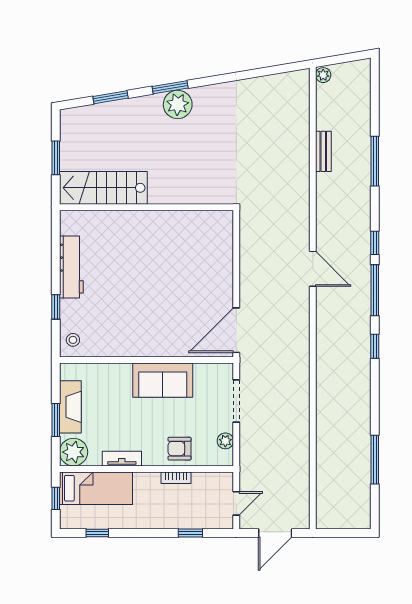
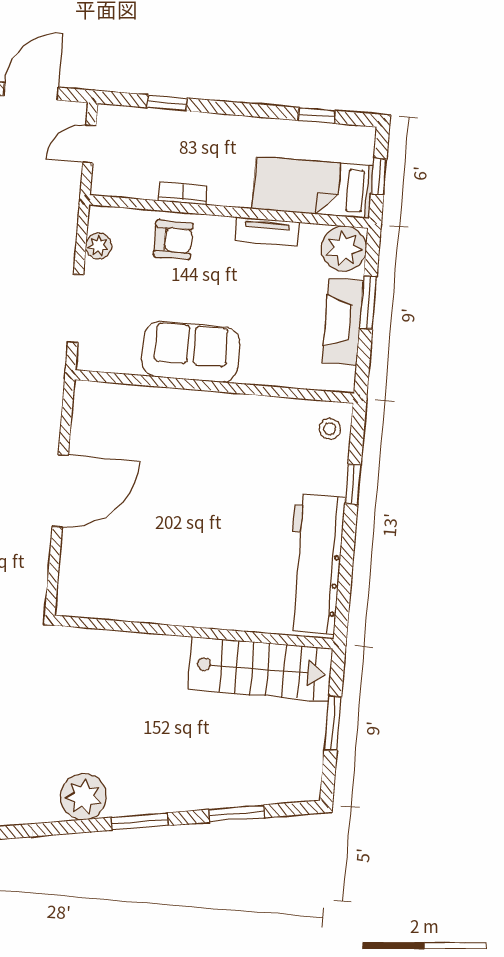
plant: (178, 104) -> (83, 797), moved
workbench: (71, 267) -> (315, 564), width x1.36, depth x1.32
door: (236, 330) -> (60, 491), moved

